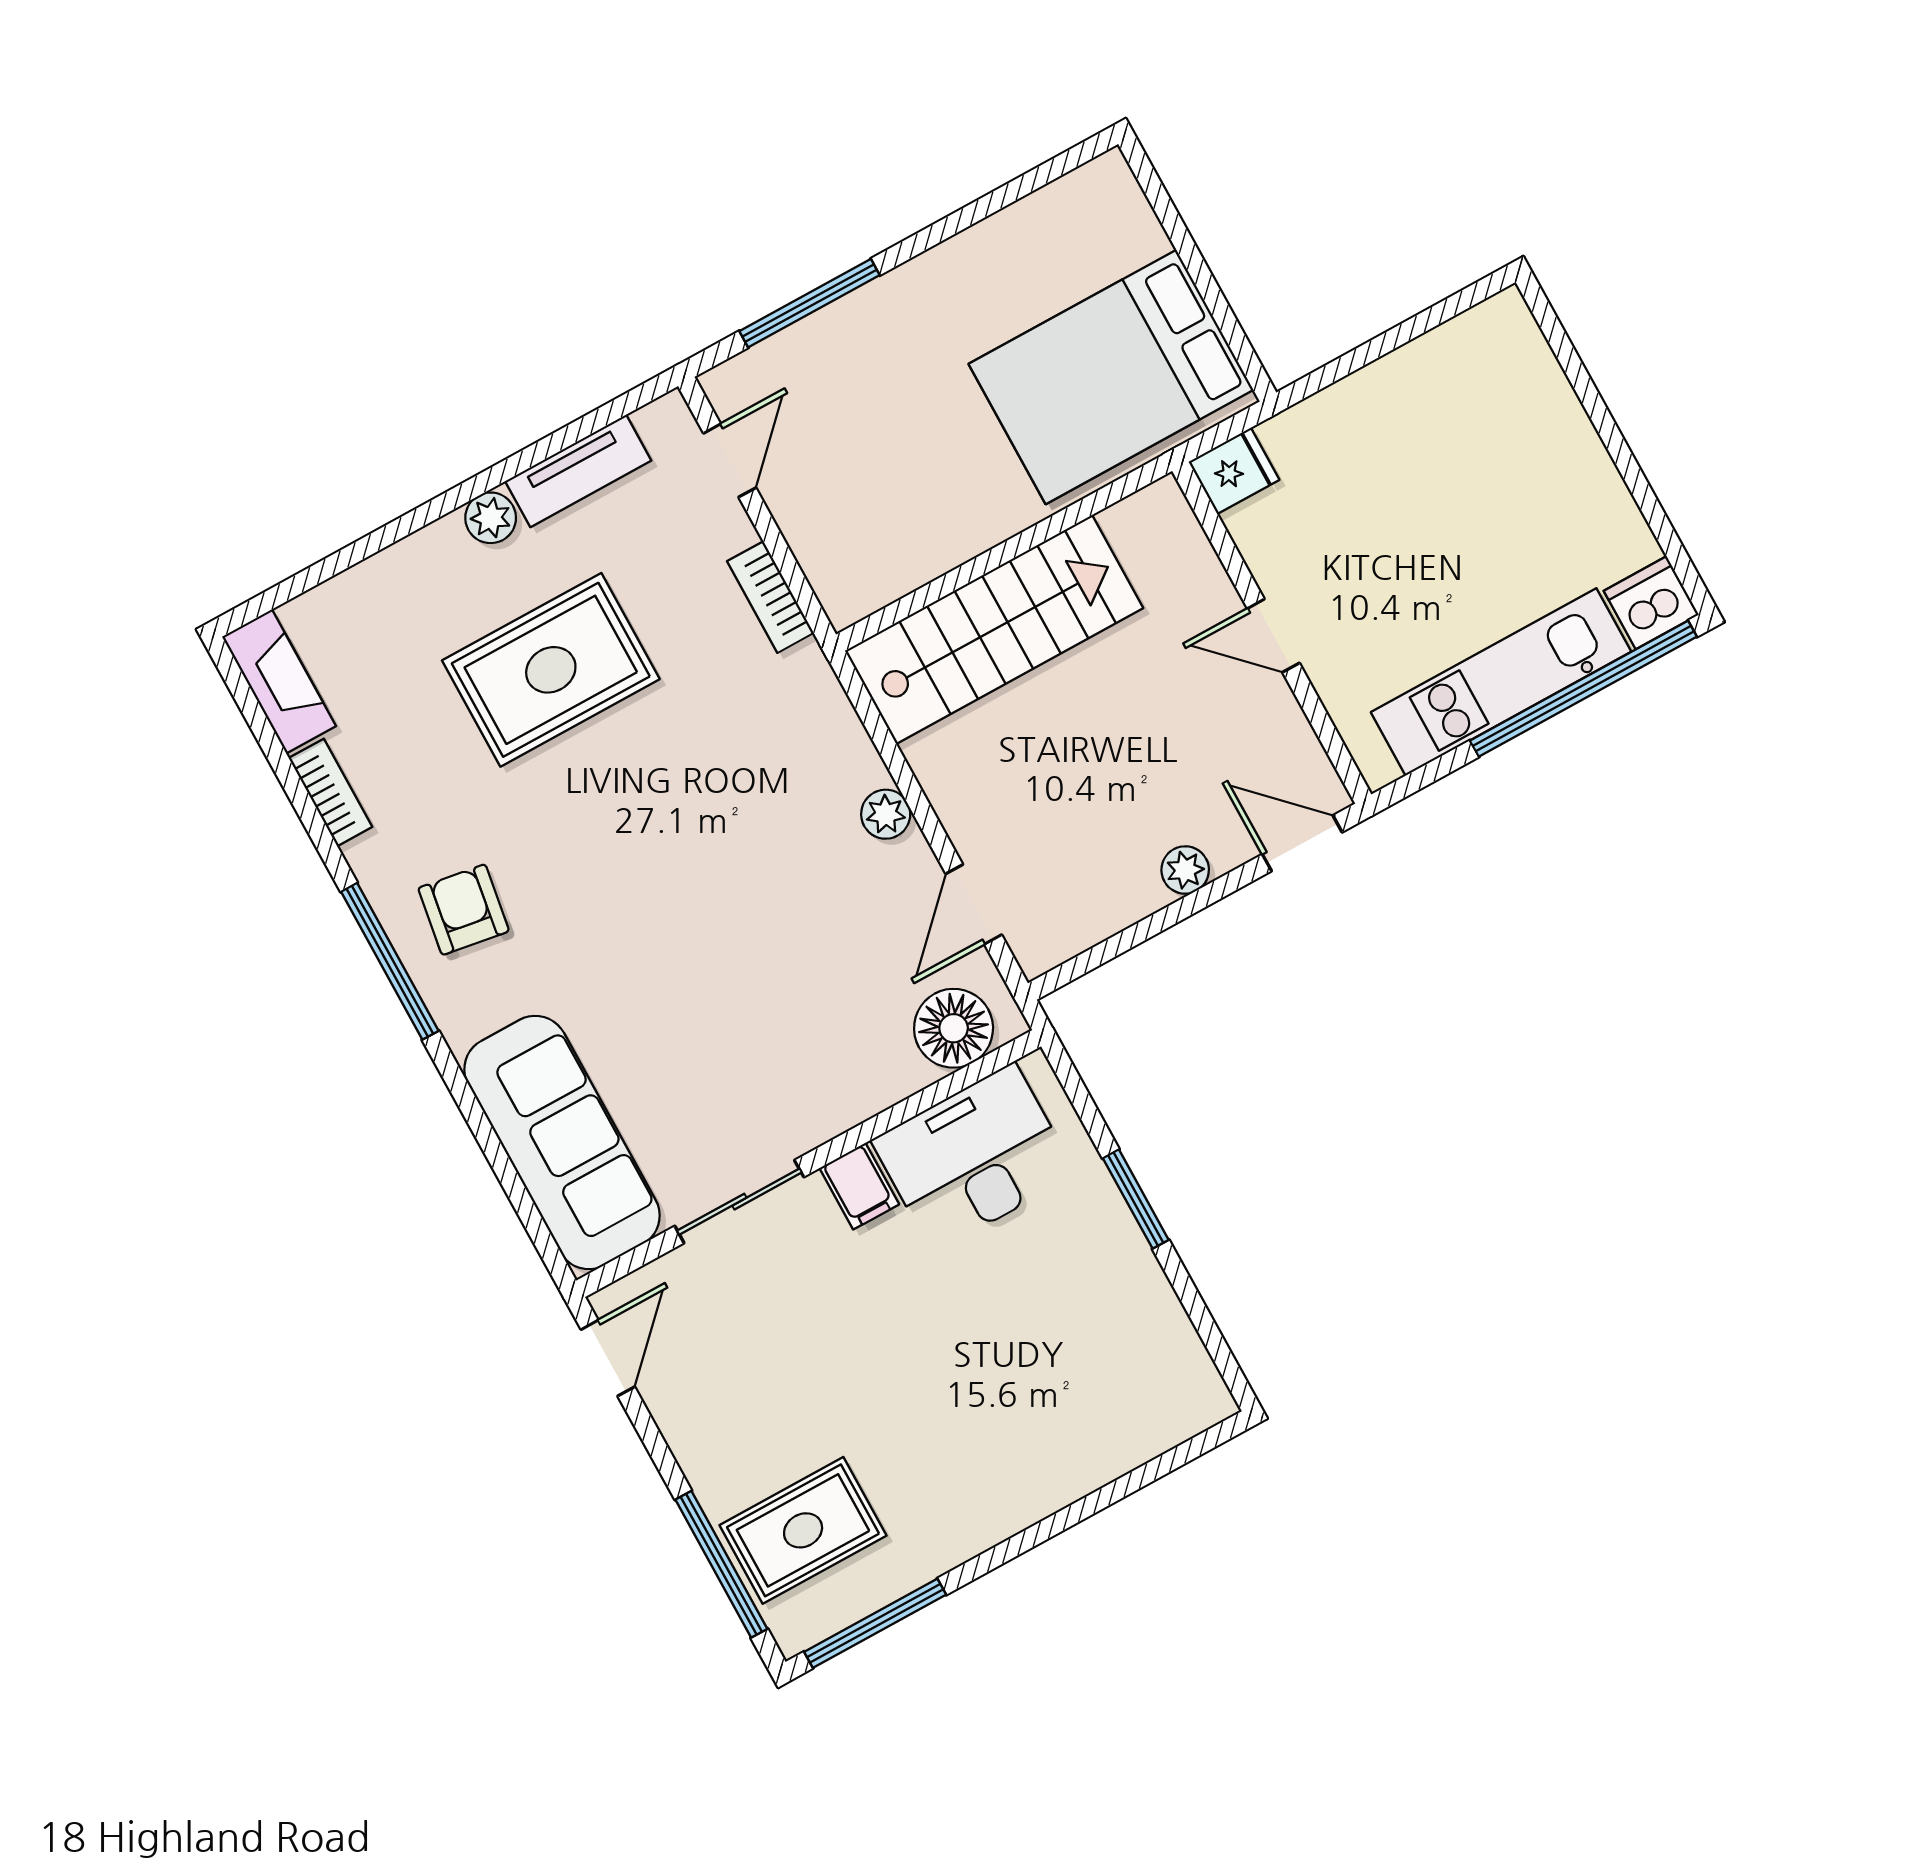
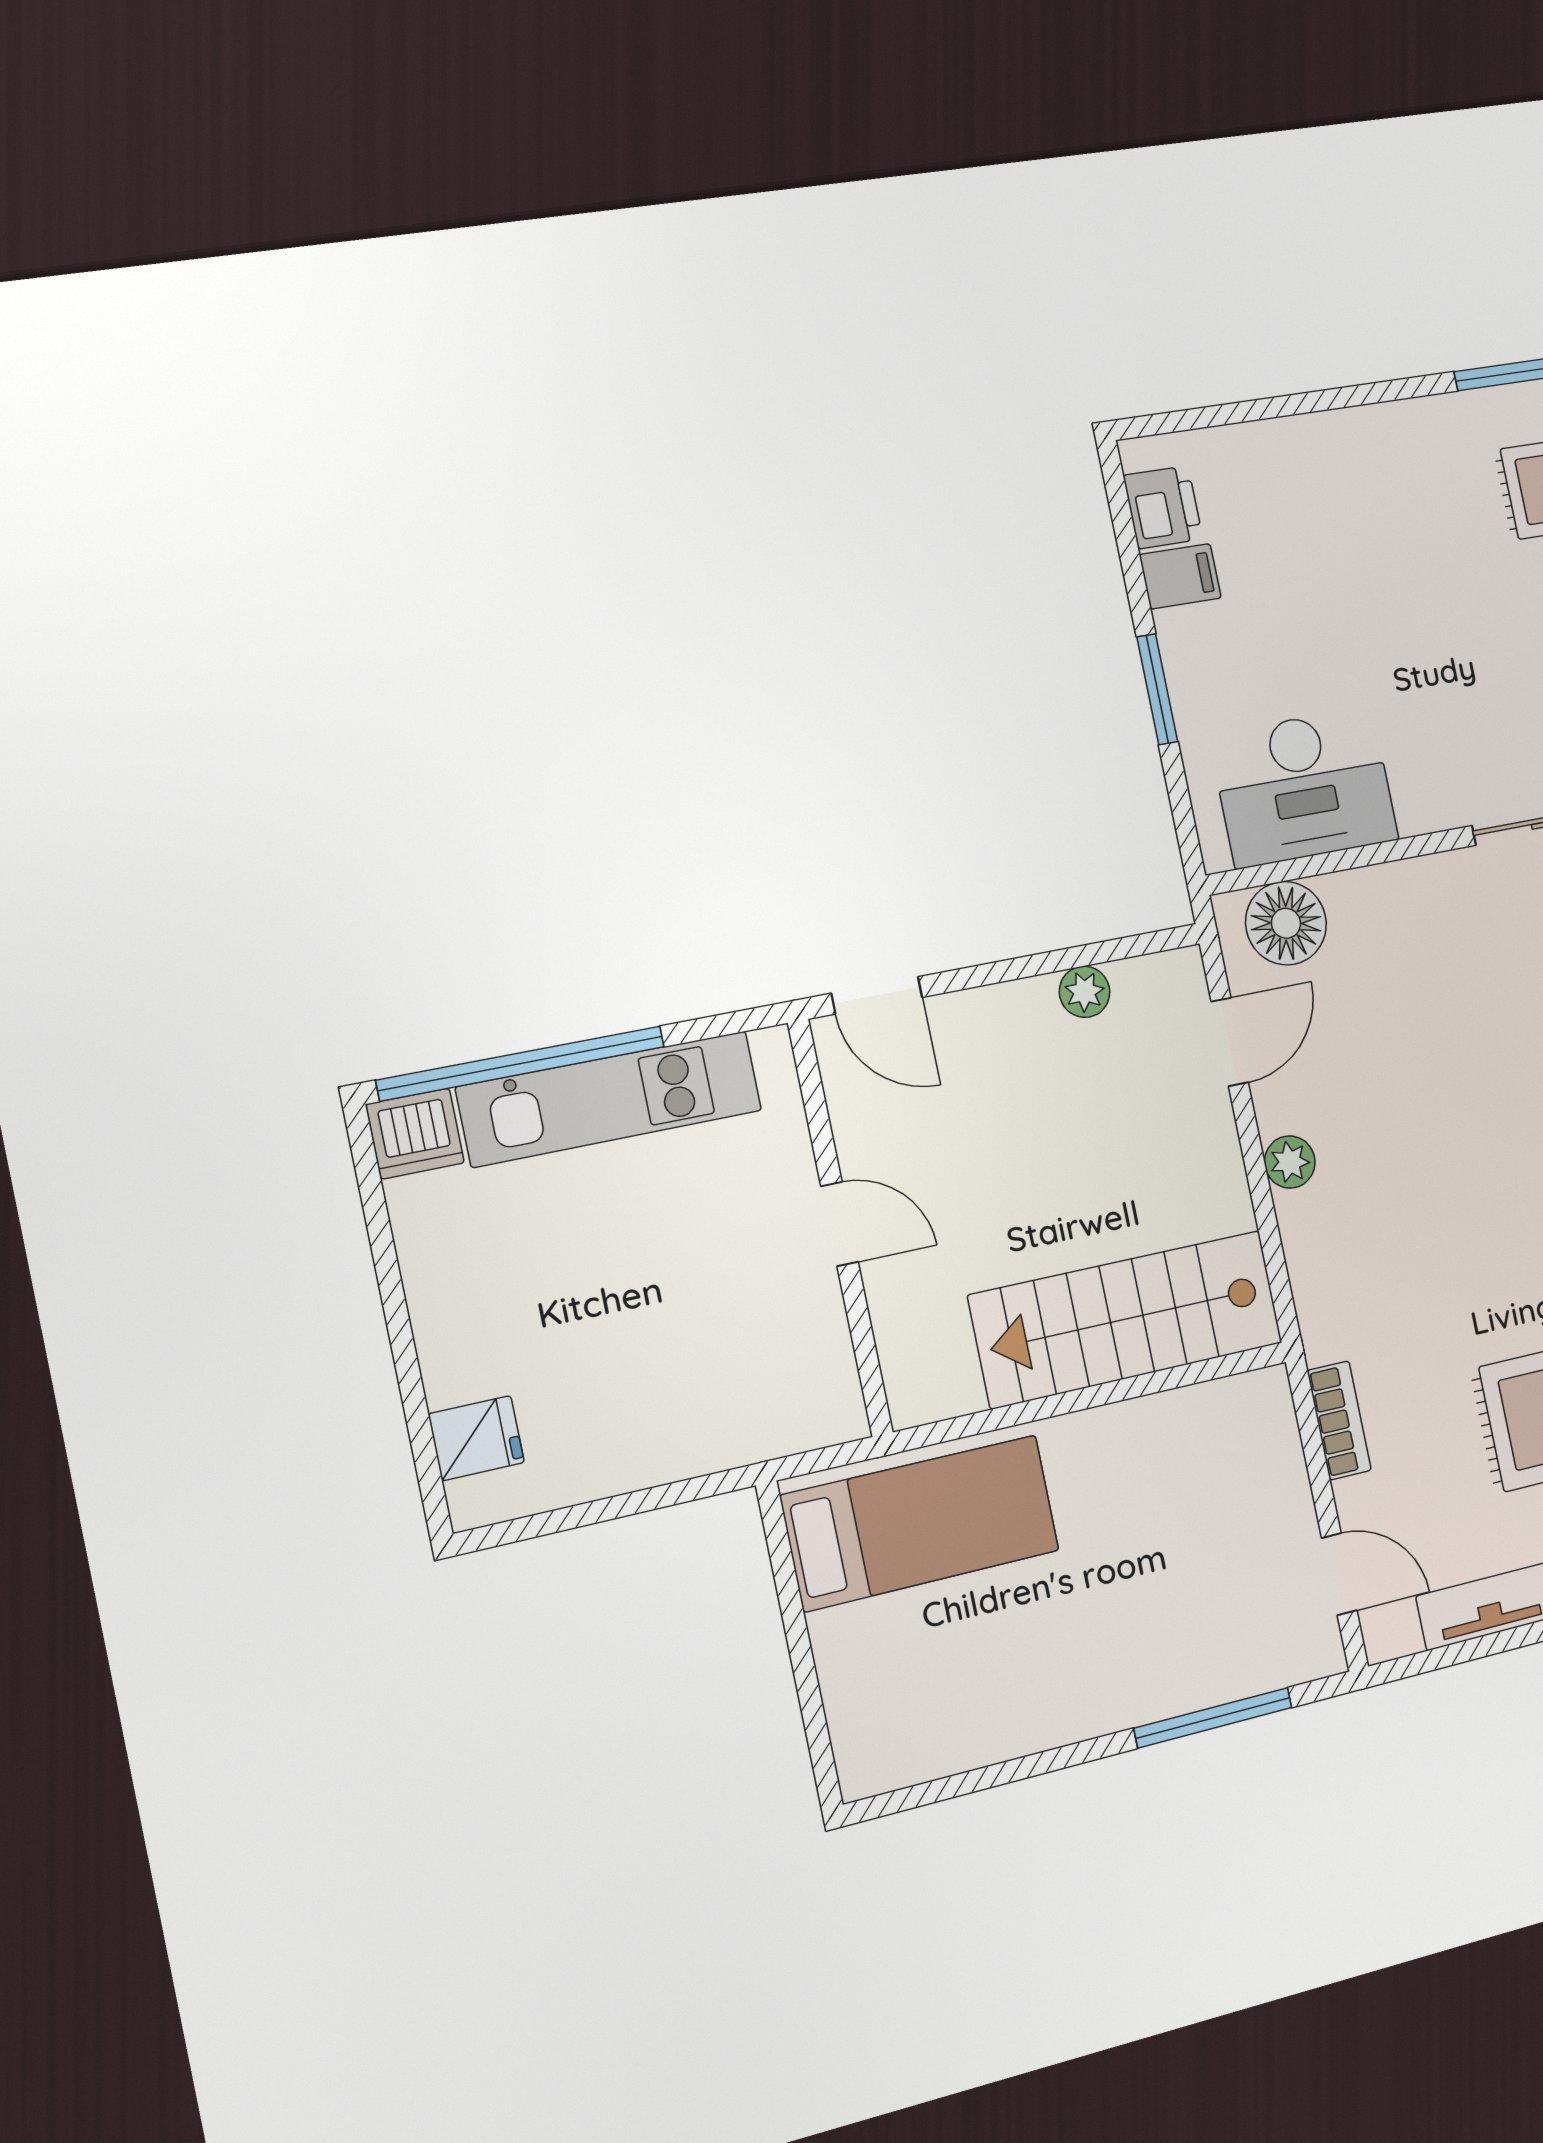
bed: (1111, 377) -> (921, 1523), width x0.67
door: (730, 460) -> (1339, 1574), swing flipped
fridge: (1234, 471) -> (476, 1438), moved, turned 180
plant: (1185, 870) -> (1085, 992), moved
filing cabinet: (859, 1186) -> (1180, 576), moved, turned 90
printer: (1180, 1366) -> (1163, 507), added

